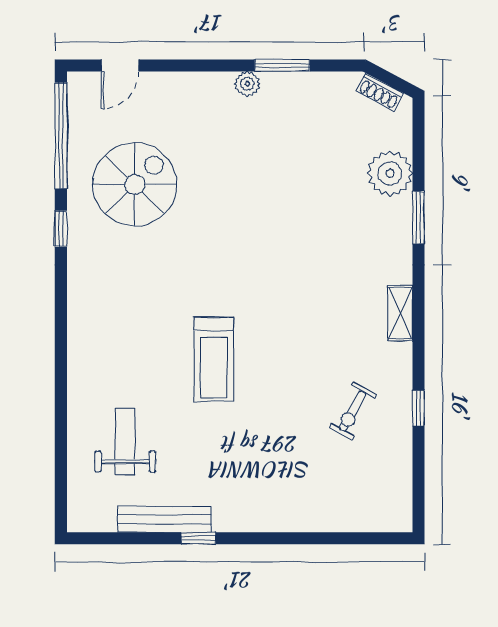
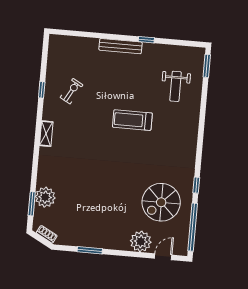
plant: (247, 84) -> (141, 241), moved, width x1.88, depth x1.88
window: (418, 217) -> (32, 204), moved
treadmill: (214, 359) -> (132, 120), turned -90
window: (61, 492) -> (207, 66), added
bench: (164, 519) -> (121, 46), moved

